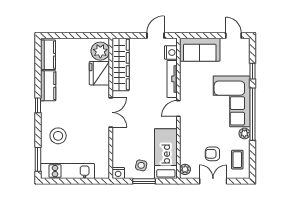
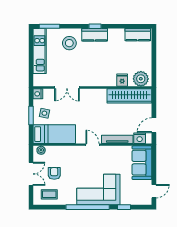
door: (156, 36) -> (154, 125), swing flipped
fridge: (99, 73) -> (122, 80), width x0.53, depth x0.75
kitchen counter: (48, 86) -> (95, 35), moved
double door: (111, 112) -> (67, 88), moved
plant: (244, 133) -> (71, 200), removed

